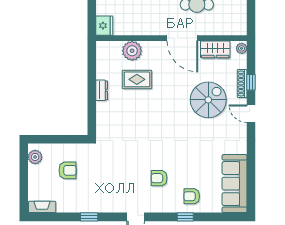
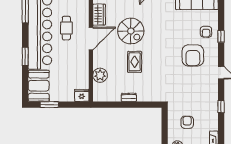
rug: (137, 79) -> (135, 62), moved
spiral stairs: (208, 100) -> (131, 31), moved, turned 180
armchair: (159, 178) -> (193, 56), width x1.88, depth x1.88

